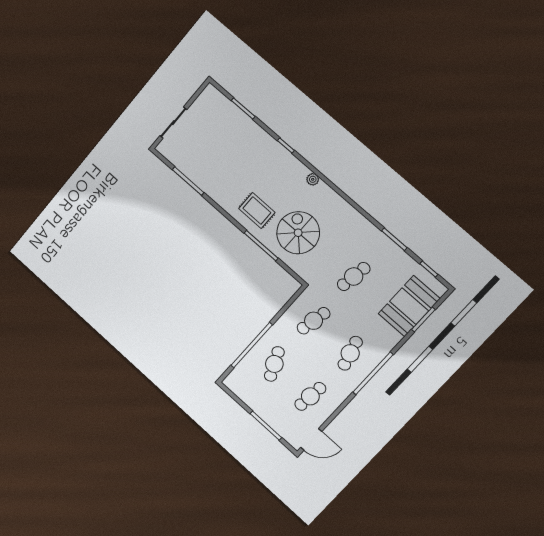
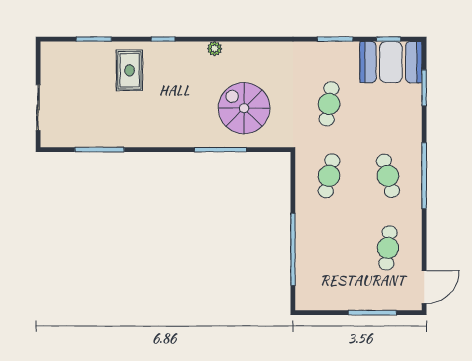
rug: (257, 210) -> (130, 70), moved, turned 90
booth: (409, 306) -> (391, 62), moved, turned 90
cafe table: (274, 364) -> (329, 248), removed

